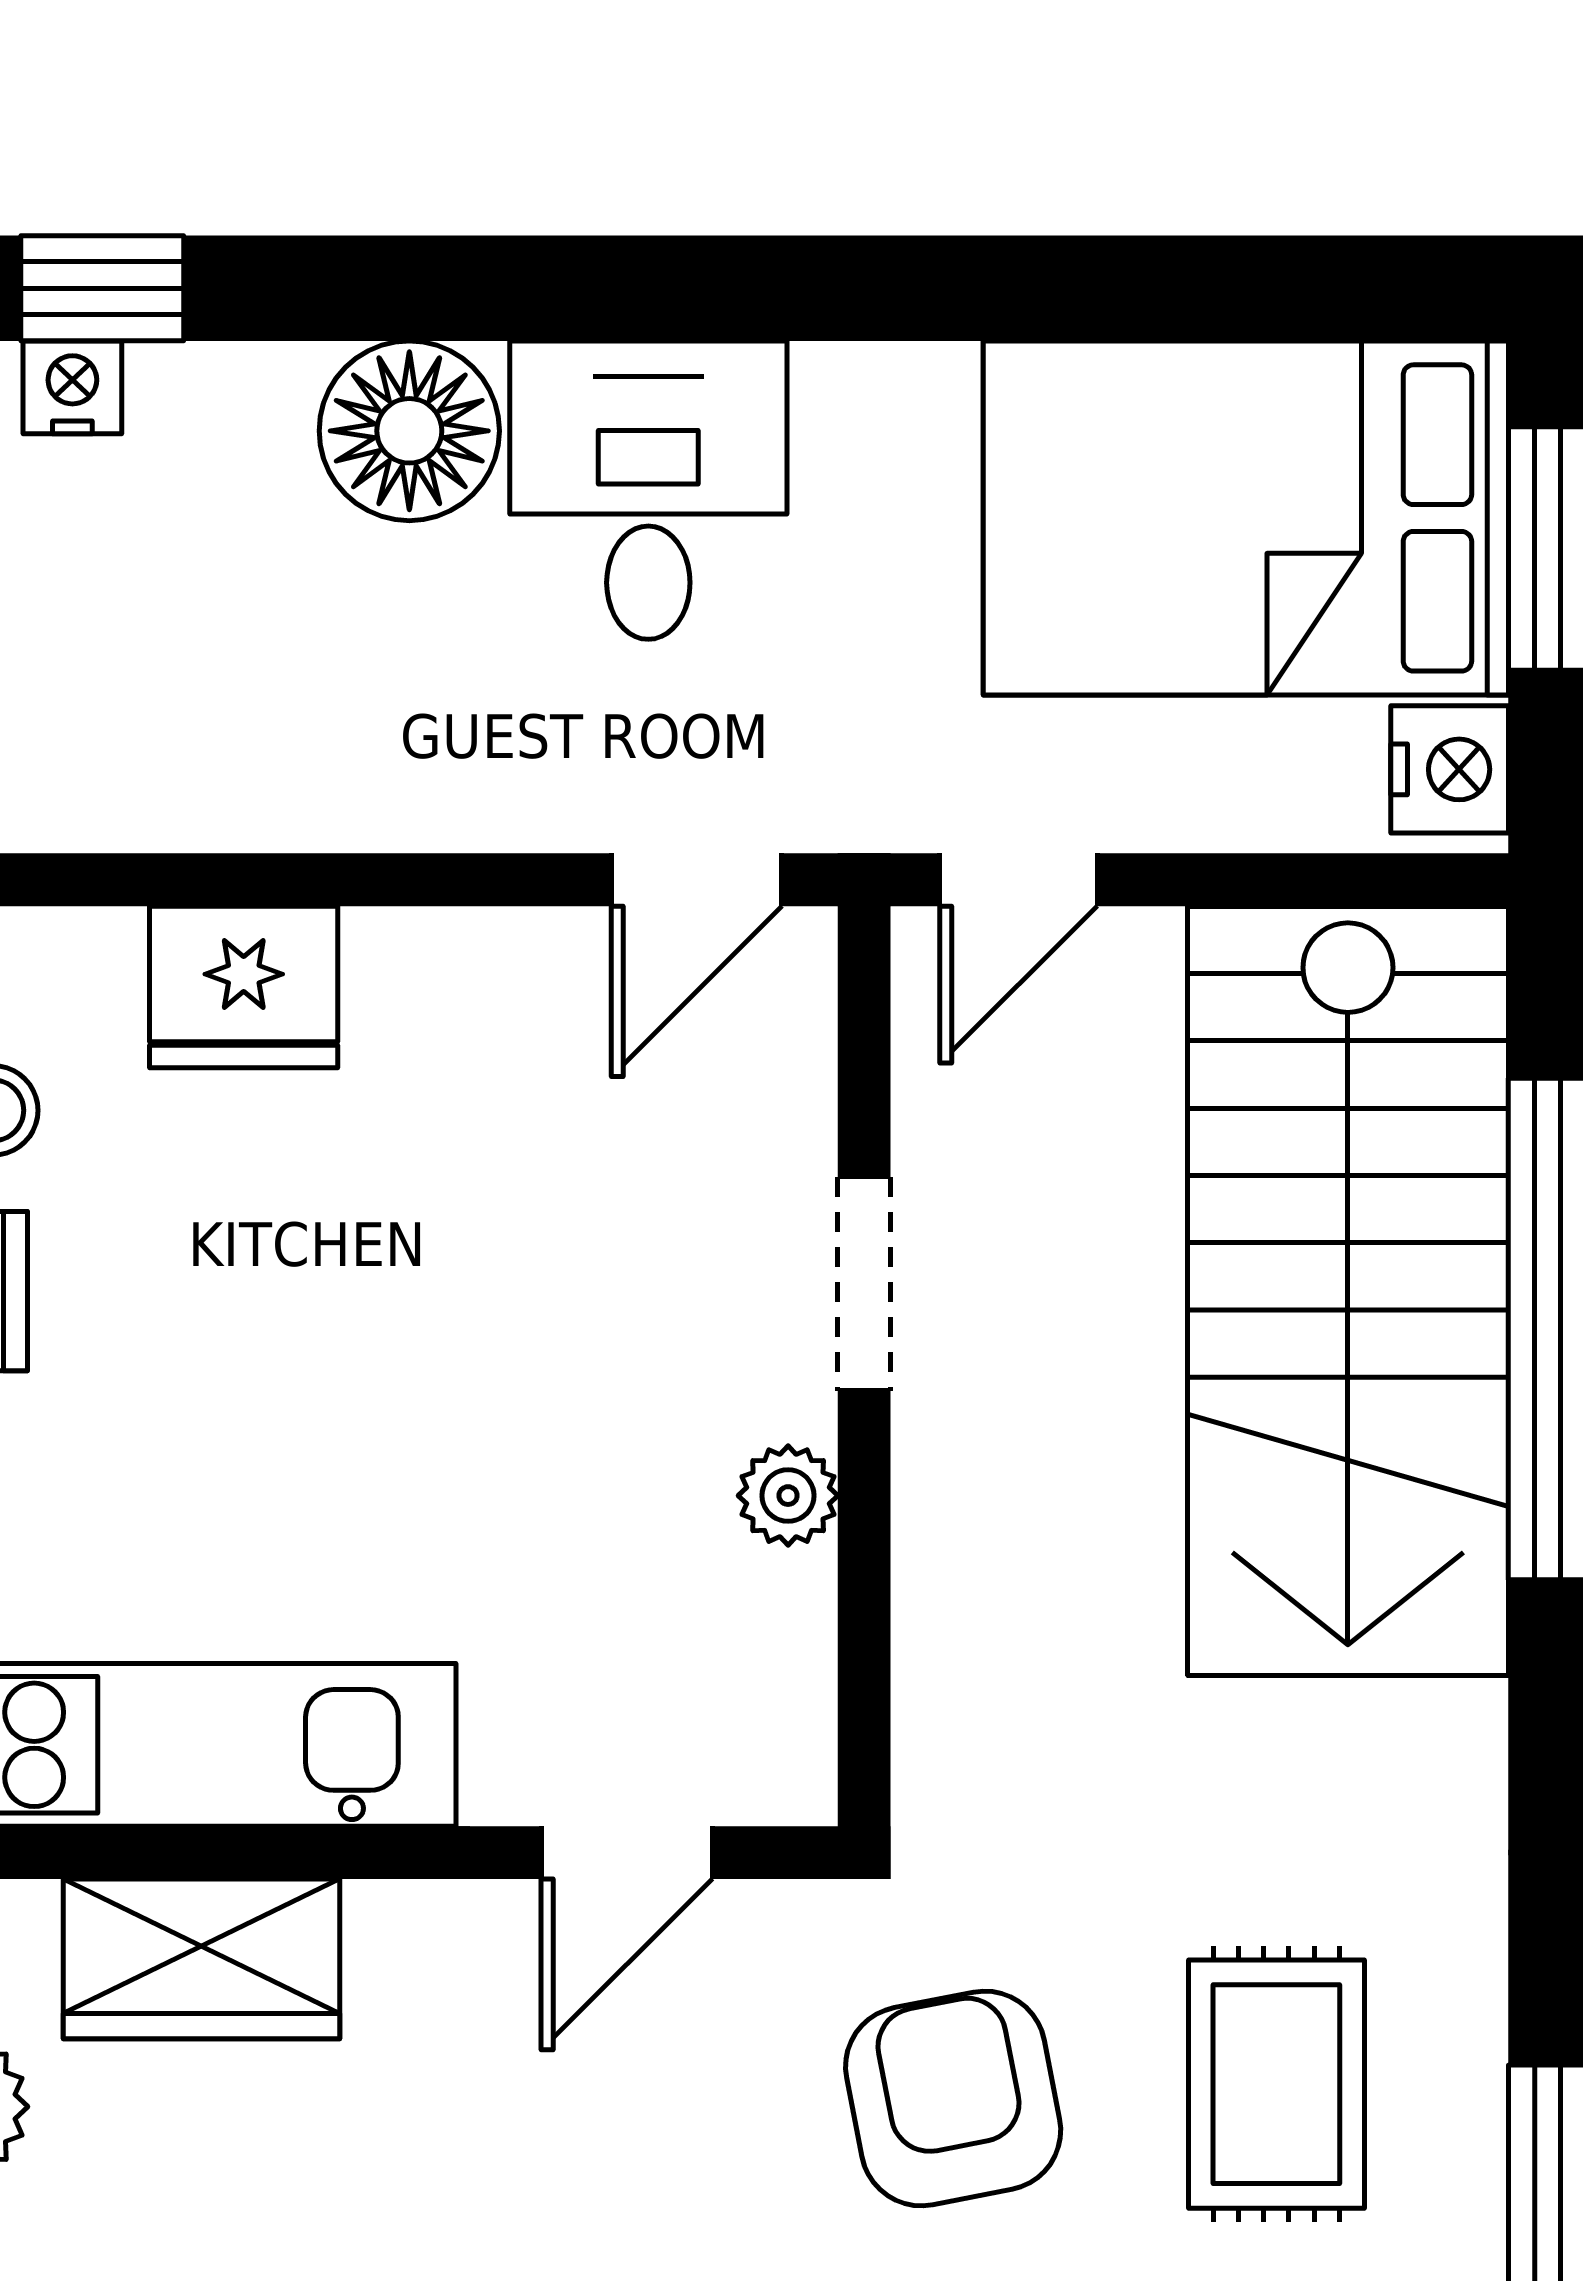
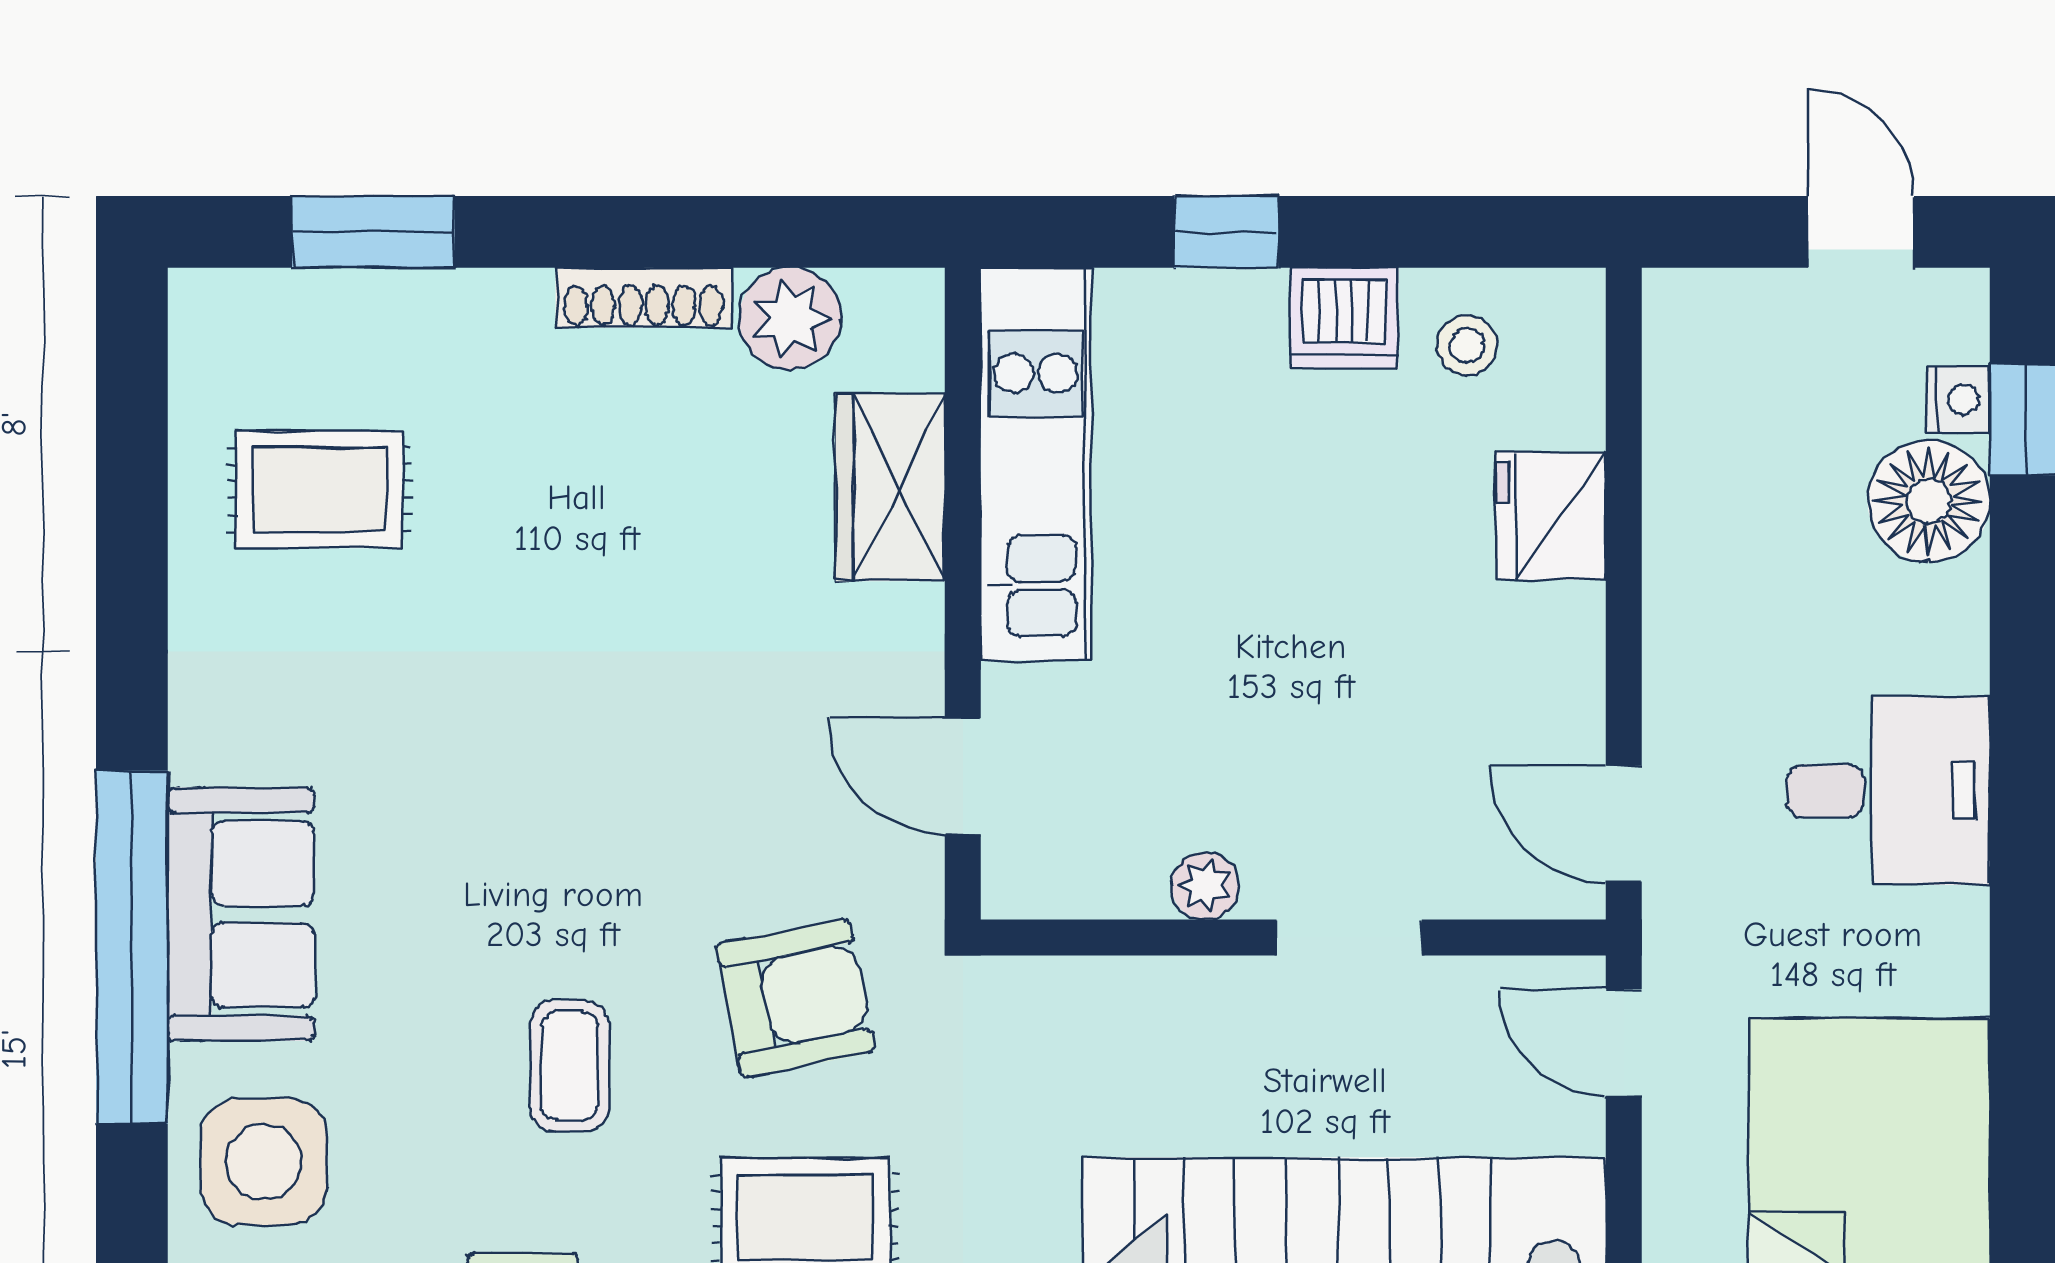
floor lamp: (409, 431) -> (1929, 501), moved

